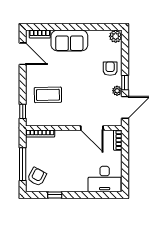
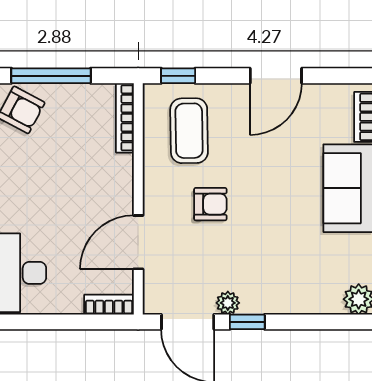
door: (23, 54) -> (276, 76), moved
armchair: (110, 69) -> (210, 204), moved
coffee table: (48, 95) -> (189, 131), moved

